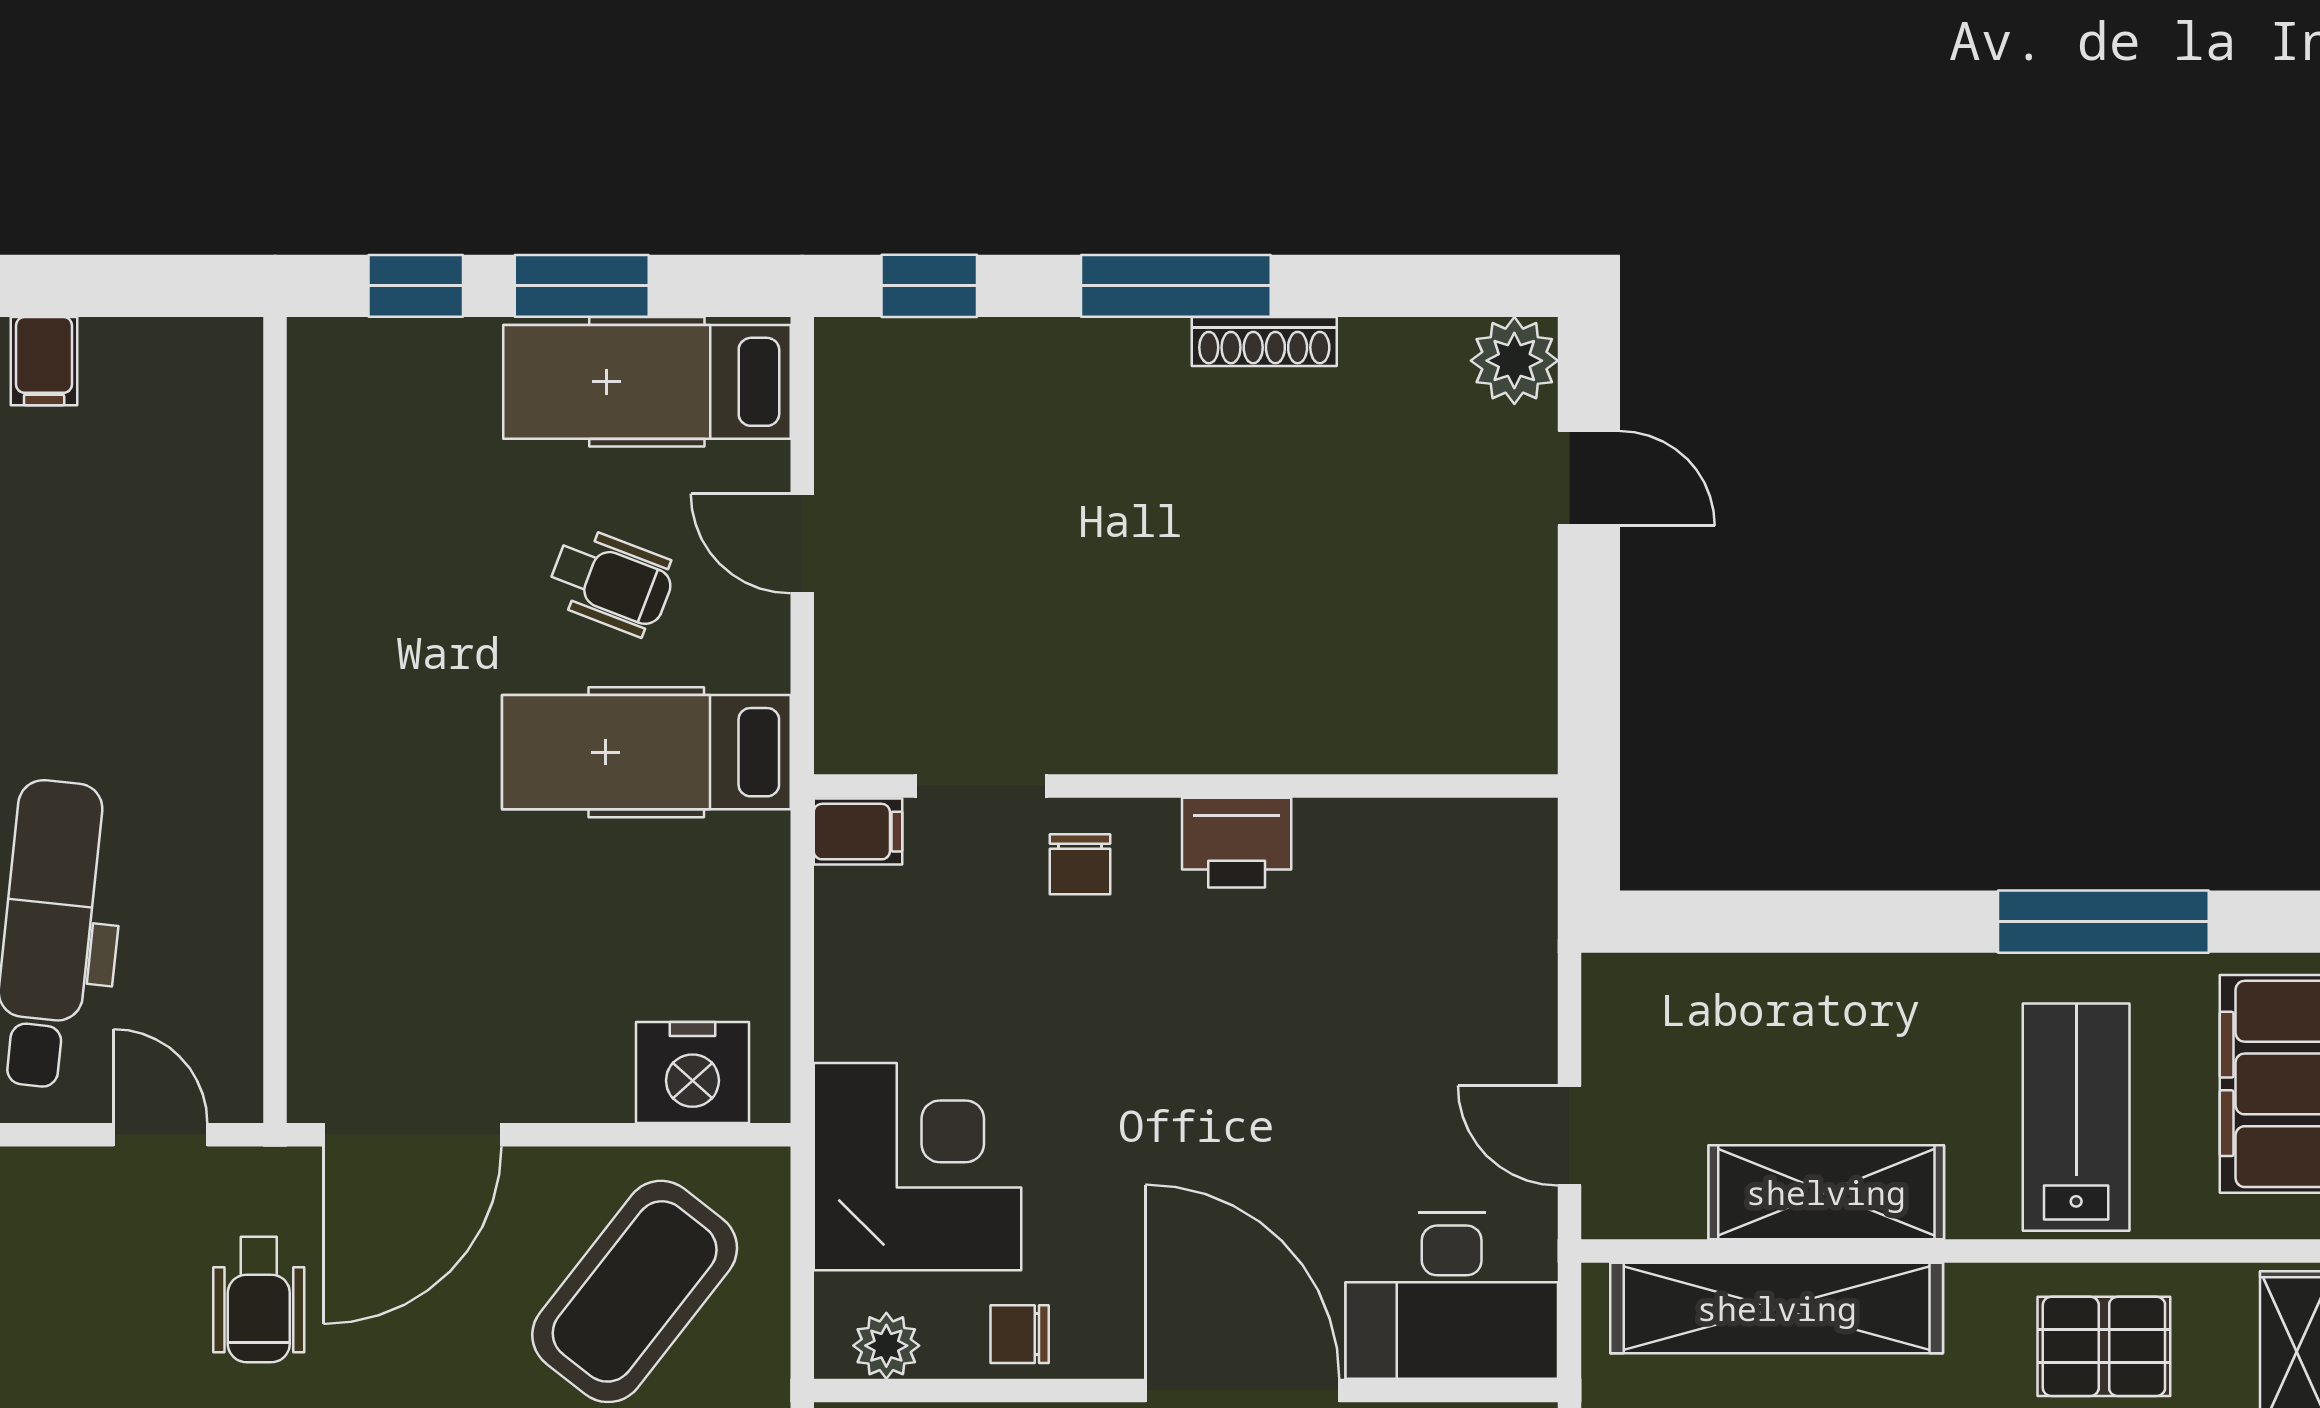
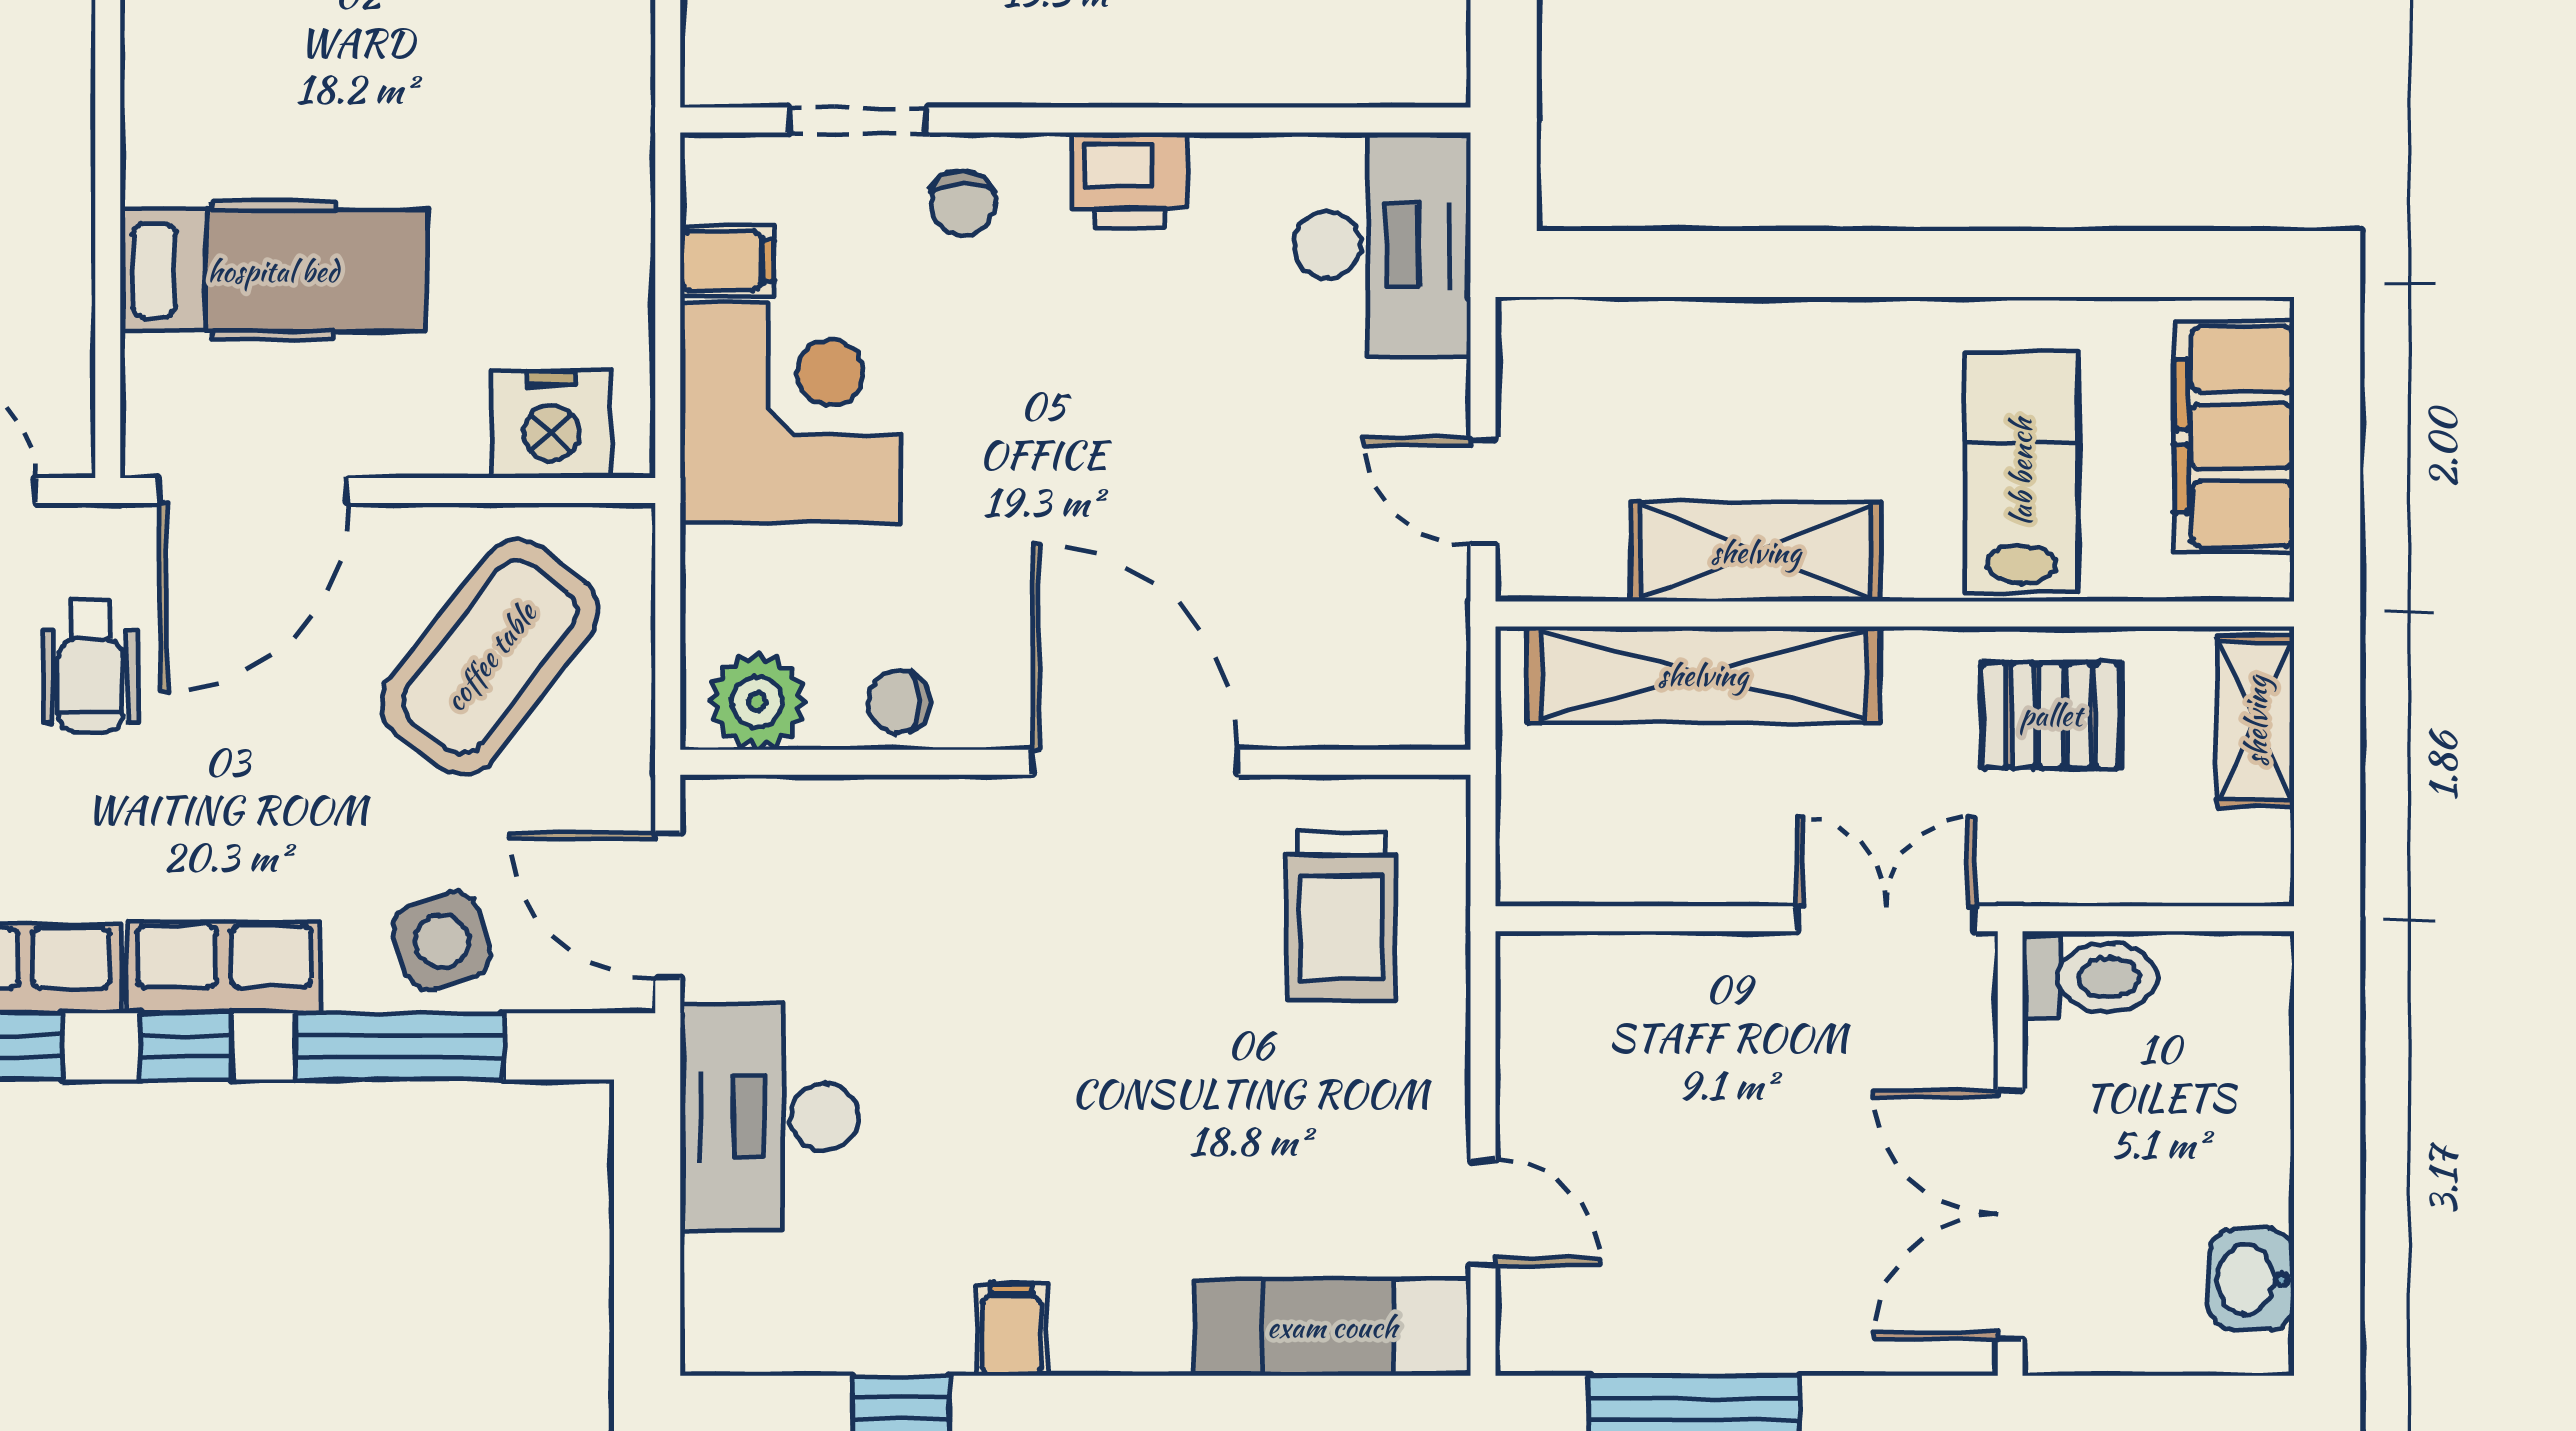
hospital bed: (646, 752) -> (273, 271), moved, turned 180
filing cabinet: (858, 832) -> (727, 261), moved
window: (2103, 922) -> (2050, 264), removed
corner desk: (917, 1167) -> (790, 413), moved
desk: (1452, 1295) -> (1382, 245), moved, turned -90
plant: (886, 1346) -> (757, 702), width x1.38, depth x1.38

